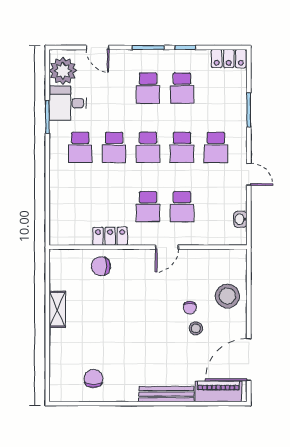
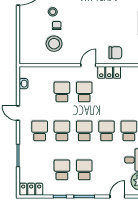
door: (98, 48) -> (117, 197), hinge flipped
door: (167, 247) -> (88, 65), moved
stool: (227, 296) -> (54, 44), moved

